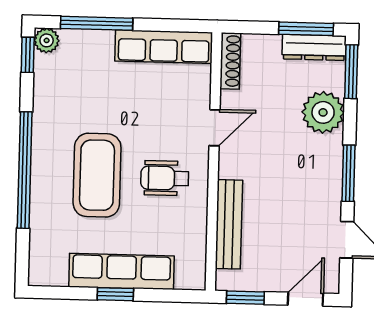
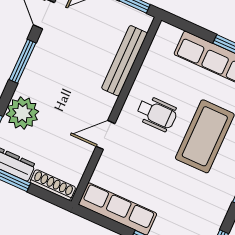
shoe rack: (230, 61) -> (53, 185), moved, turned 90

